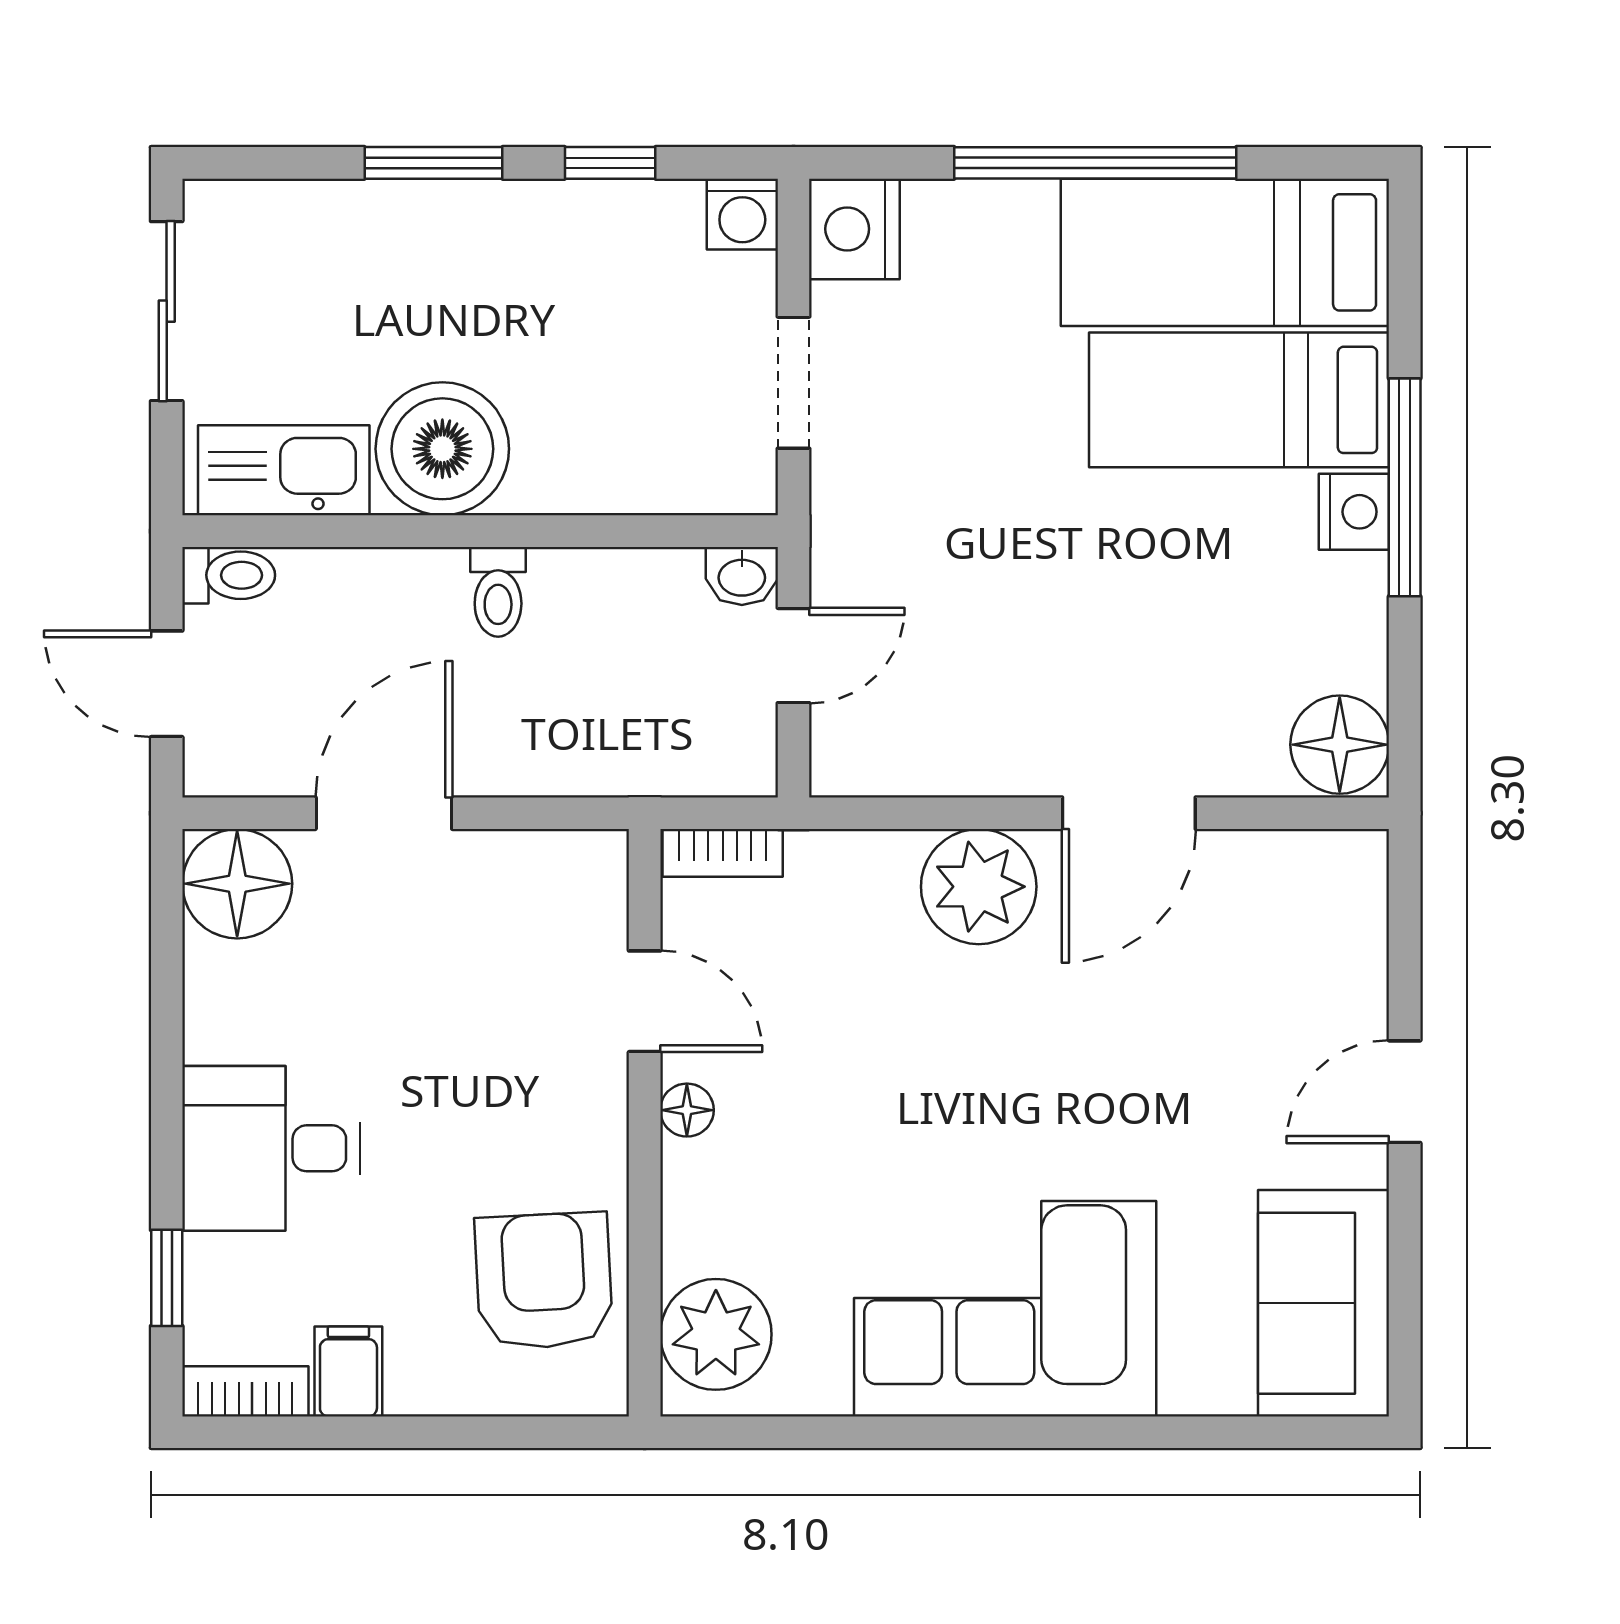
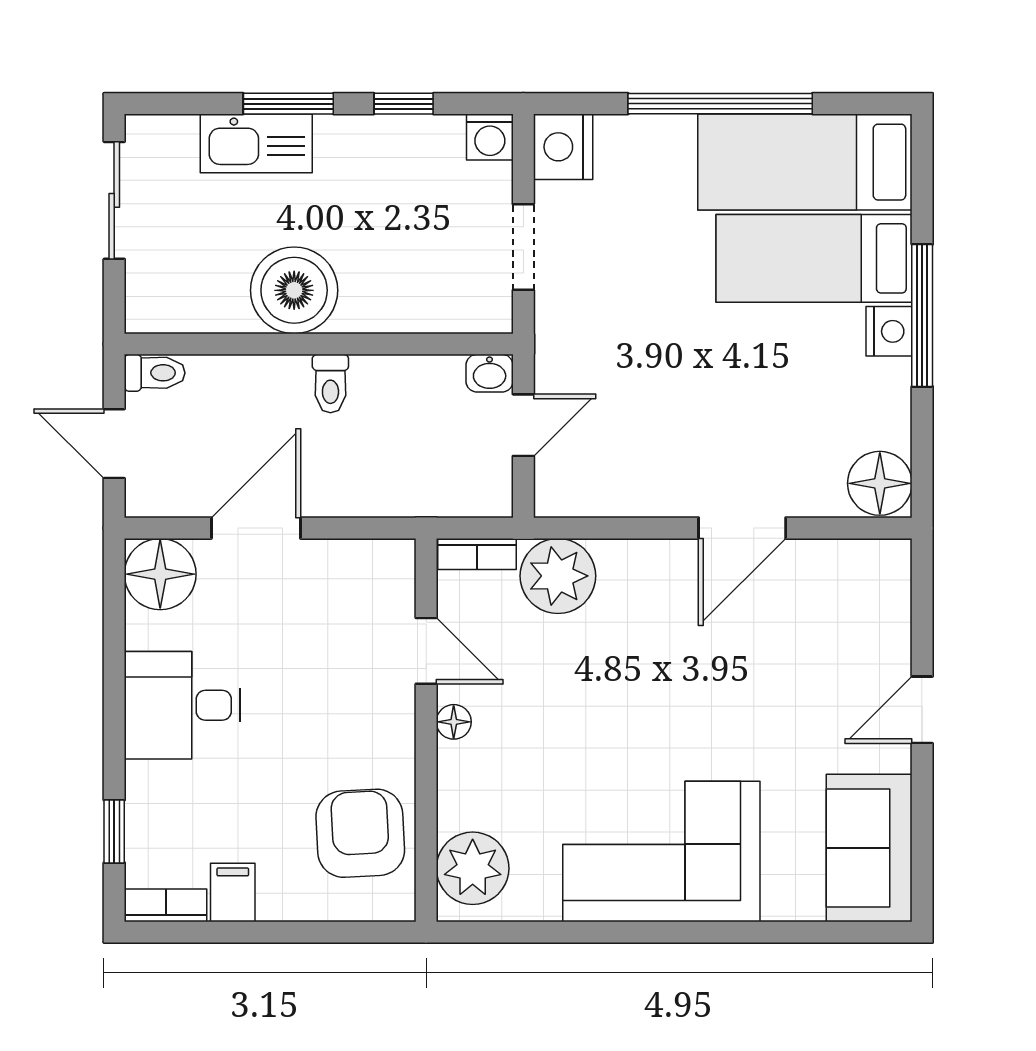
kitchen sink: (284, 470) -> (256, 143), moved, turned 180
plant: (979, 887) -> (558, 576), moved
desk: (271, 1148) -> (182, 705), moved

